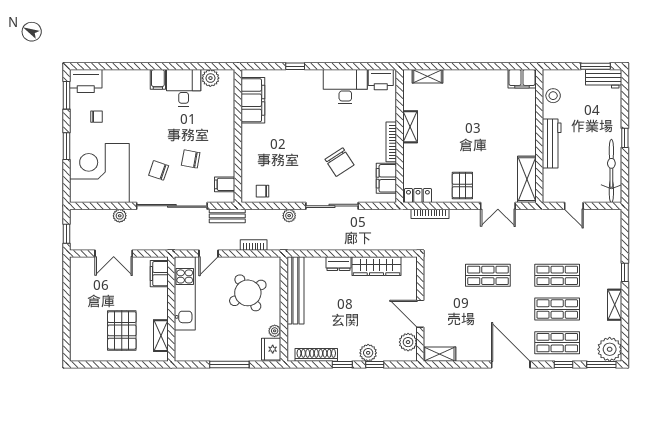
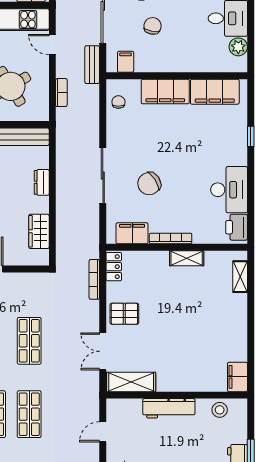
filing cabinet: (253, 147) -> (165, 92), added
plant: (289, 216) -> (92, 130), removed
wardrobe: (376, 266) -> (39, 231), width x0.67

